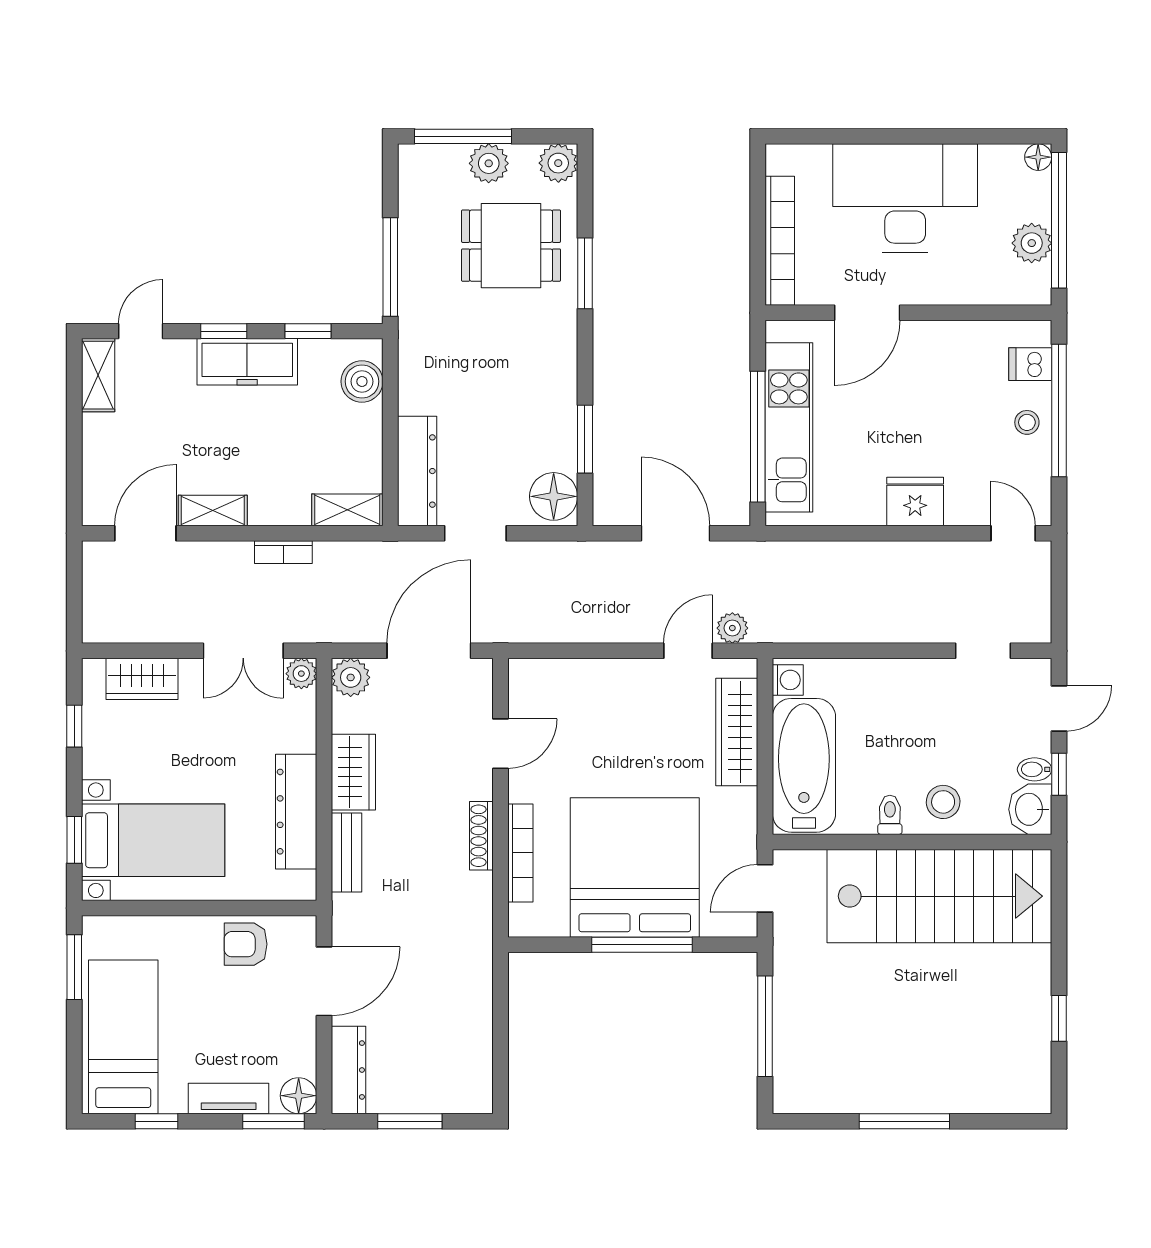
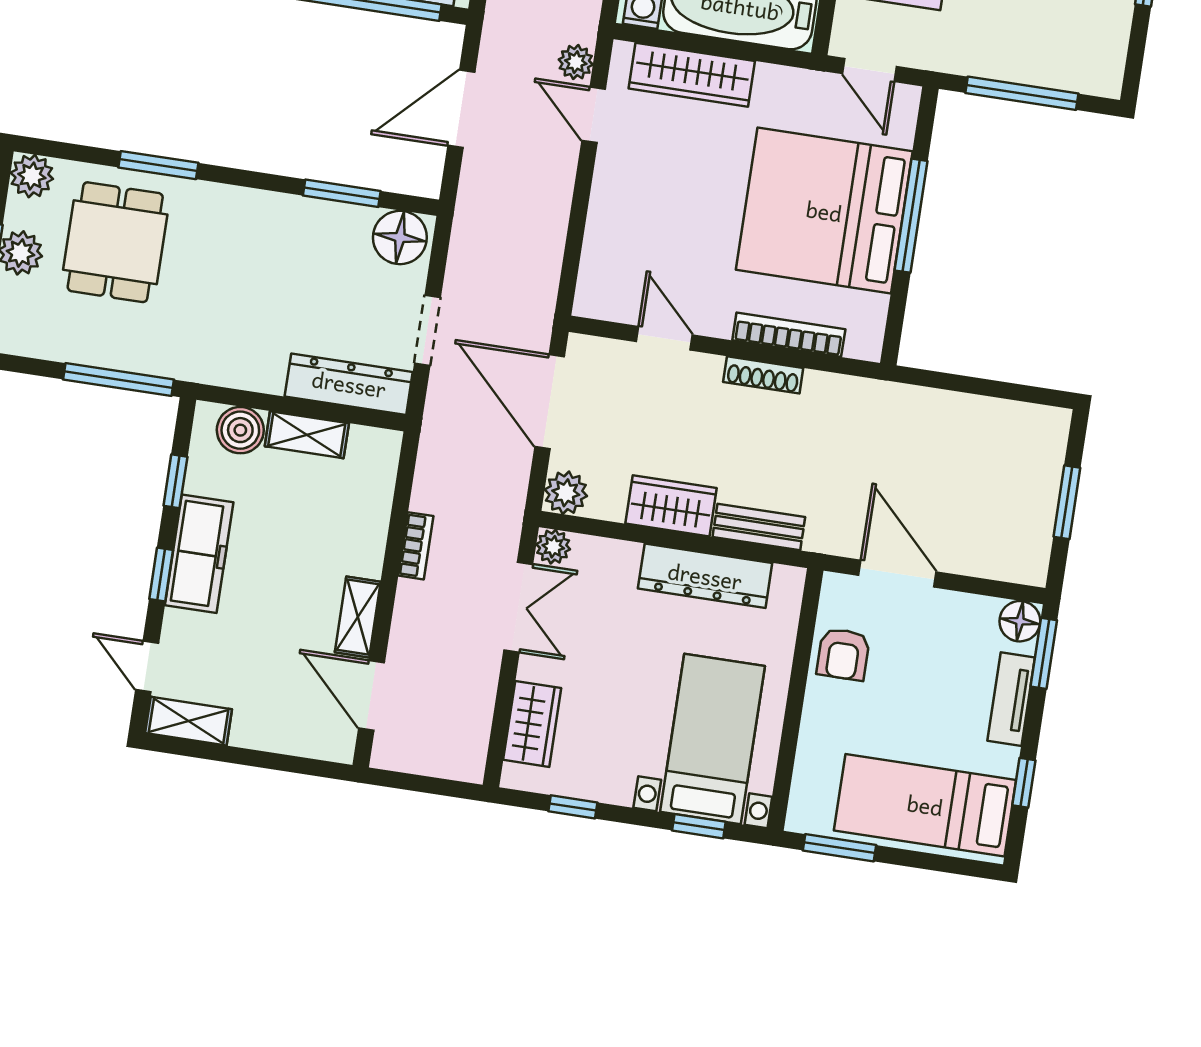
shelving: (347, 510) -> (307, 435), moved, turned 90
dresser: (349, 1070) -> (1000, 562), removed

